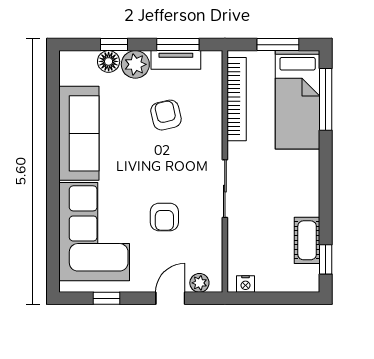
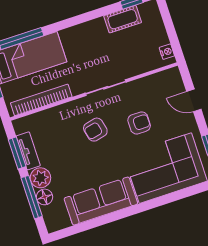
window: (114, 45) -> (32, 197), width x2.17
armchair: (166, 115) -> (95, 130), moved
plant: (199, 283) -> (177, 84), removed

